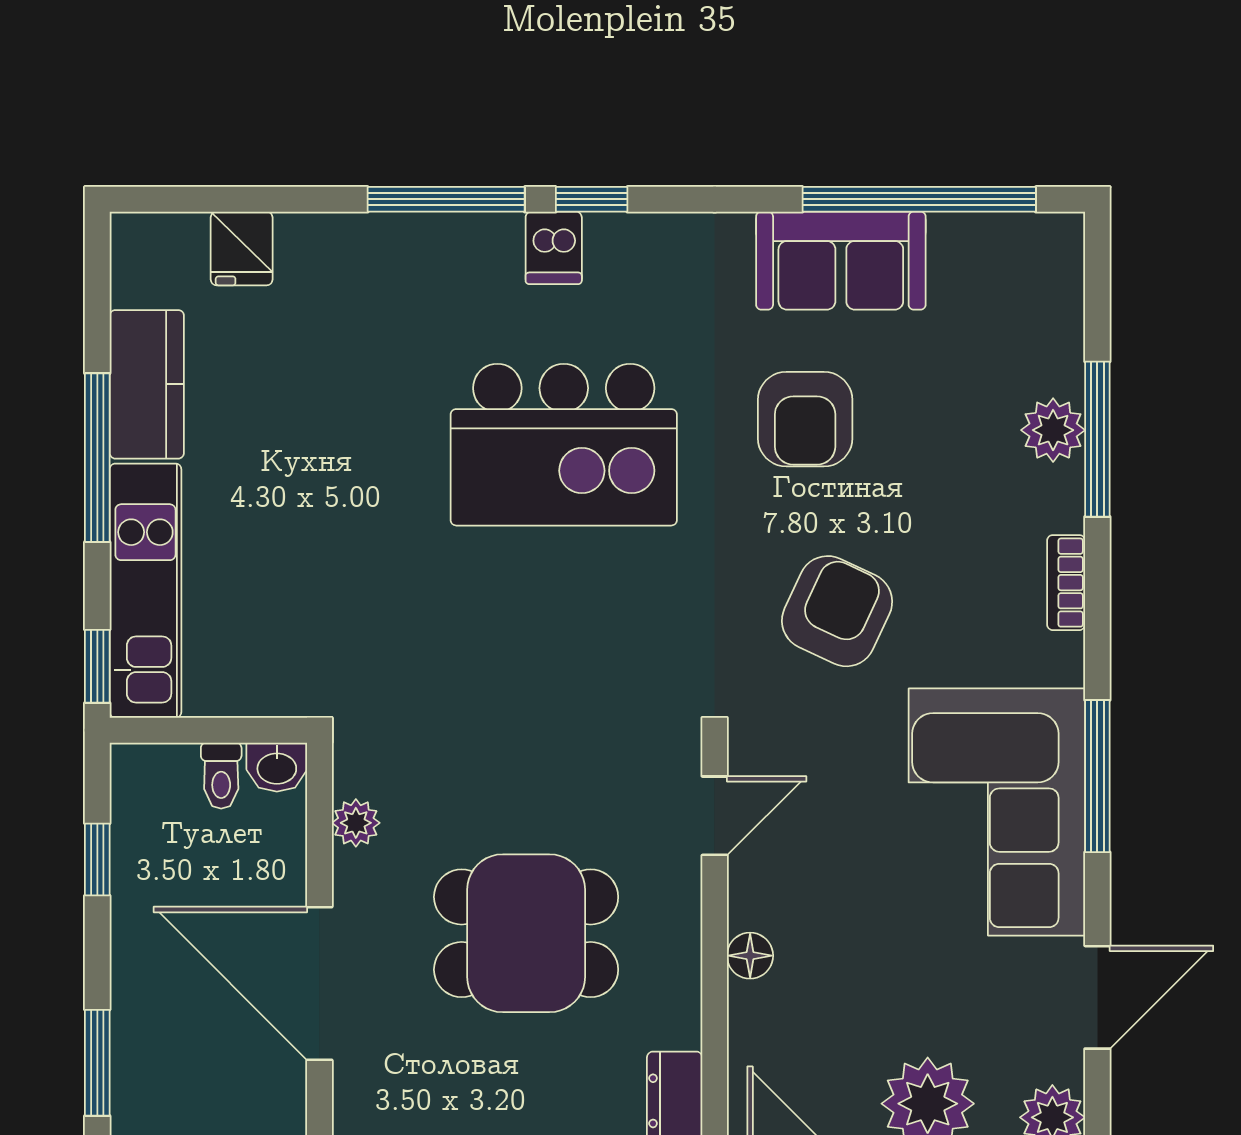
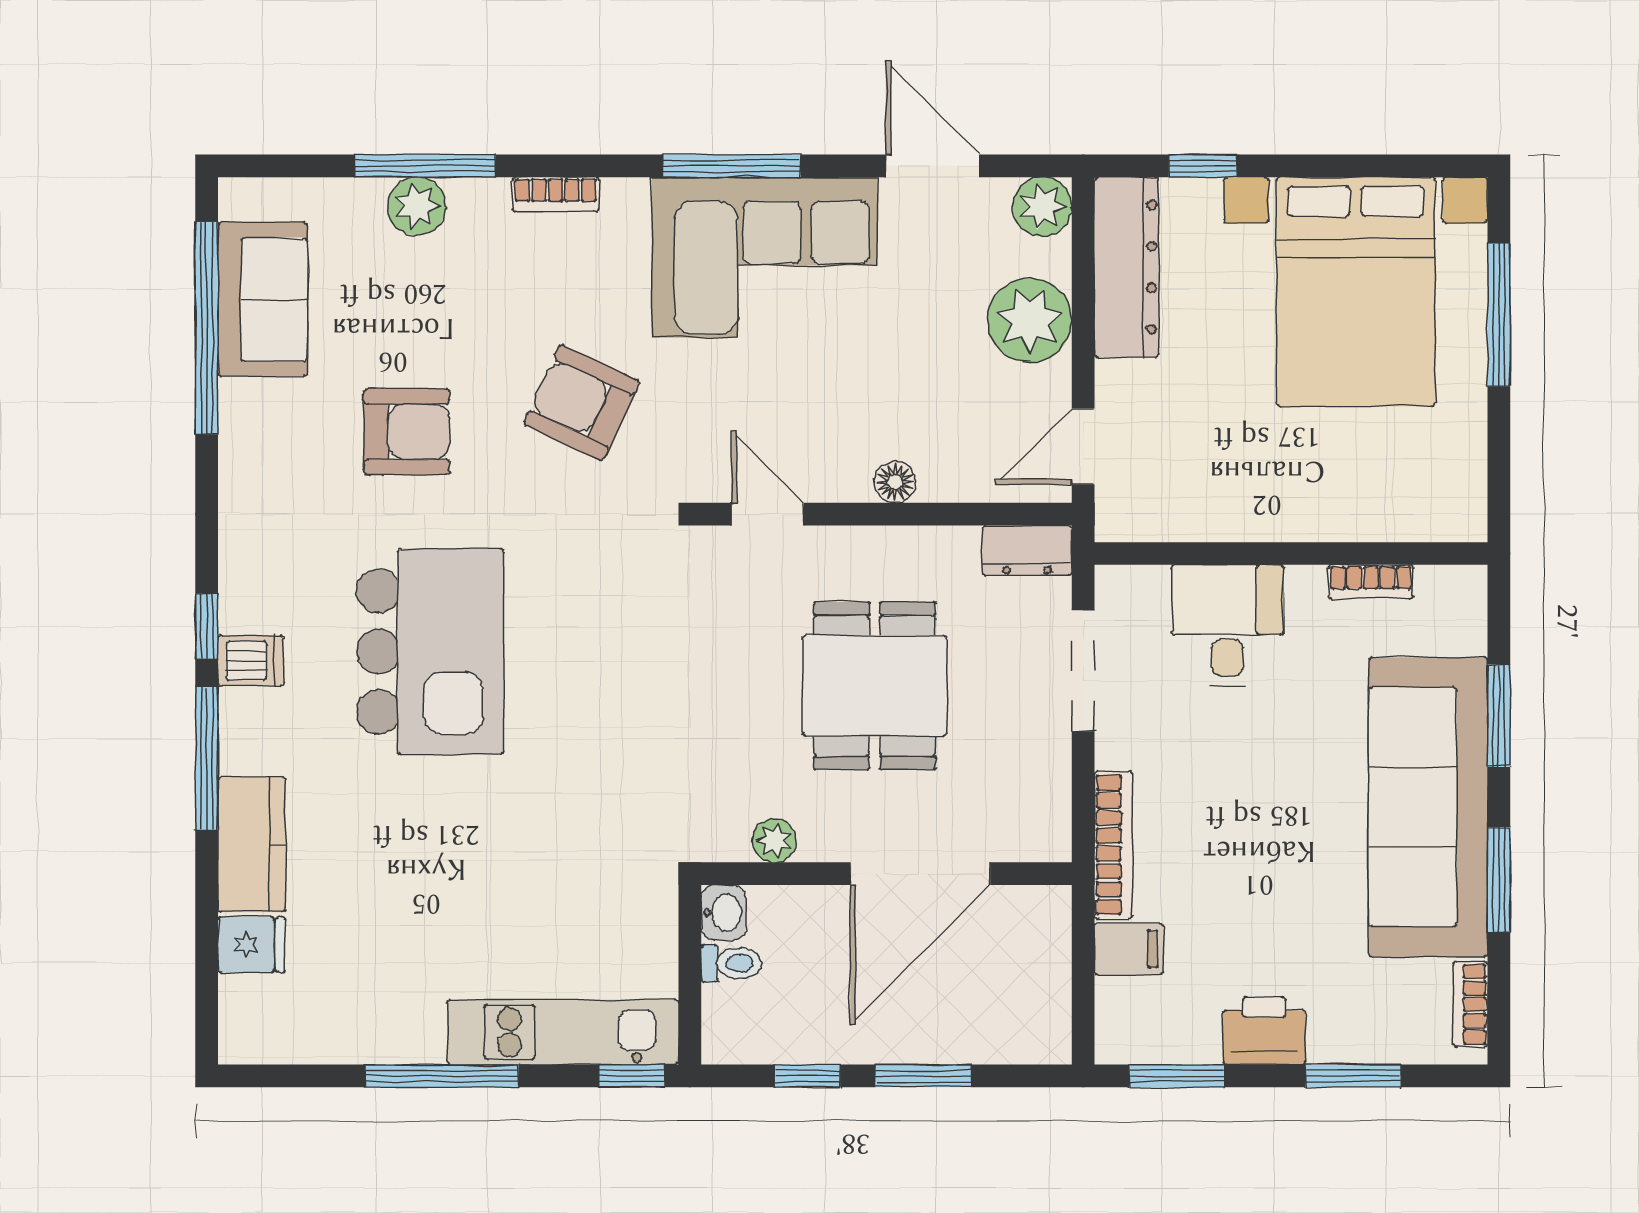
sofa: (841, 261) -> (263, 299), moved
kitchen counter: (147, 384) -> (252, 844), moved, turned 90
window: (97, 1063) -> (923, 1076), moved

